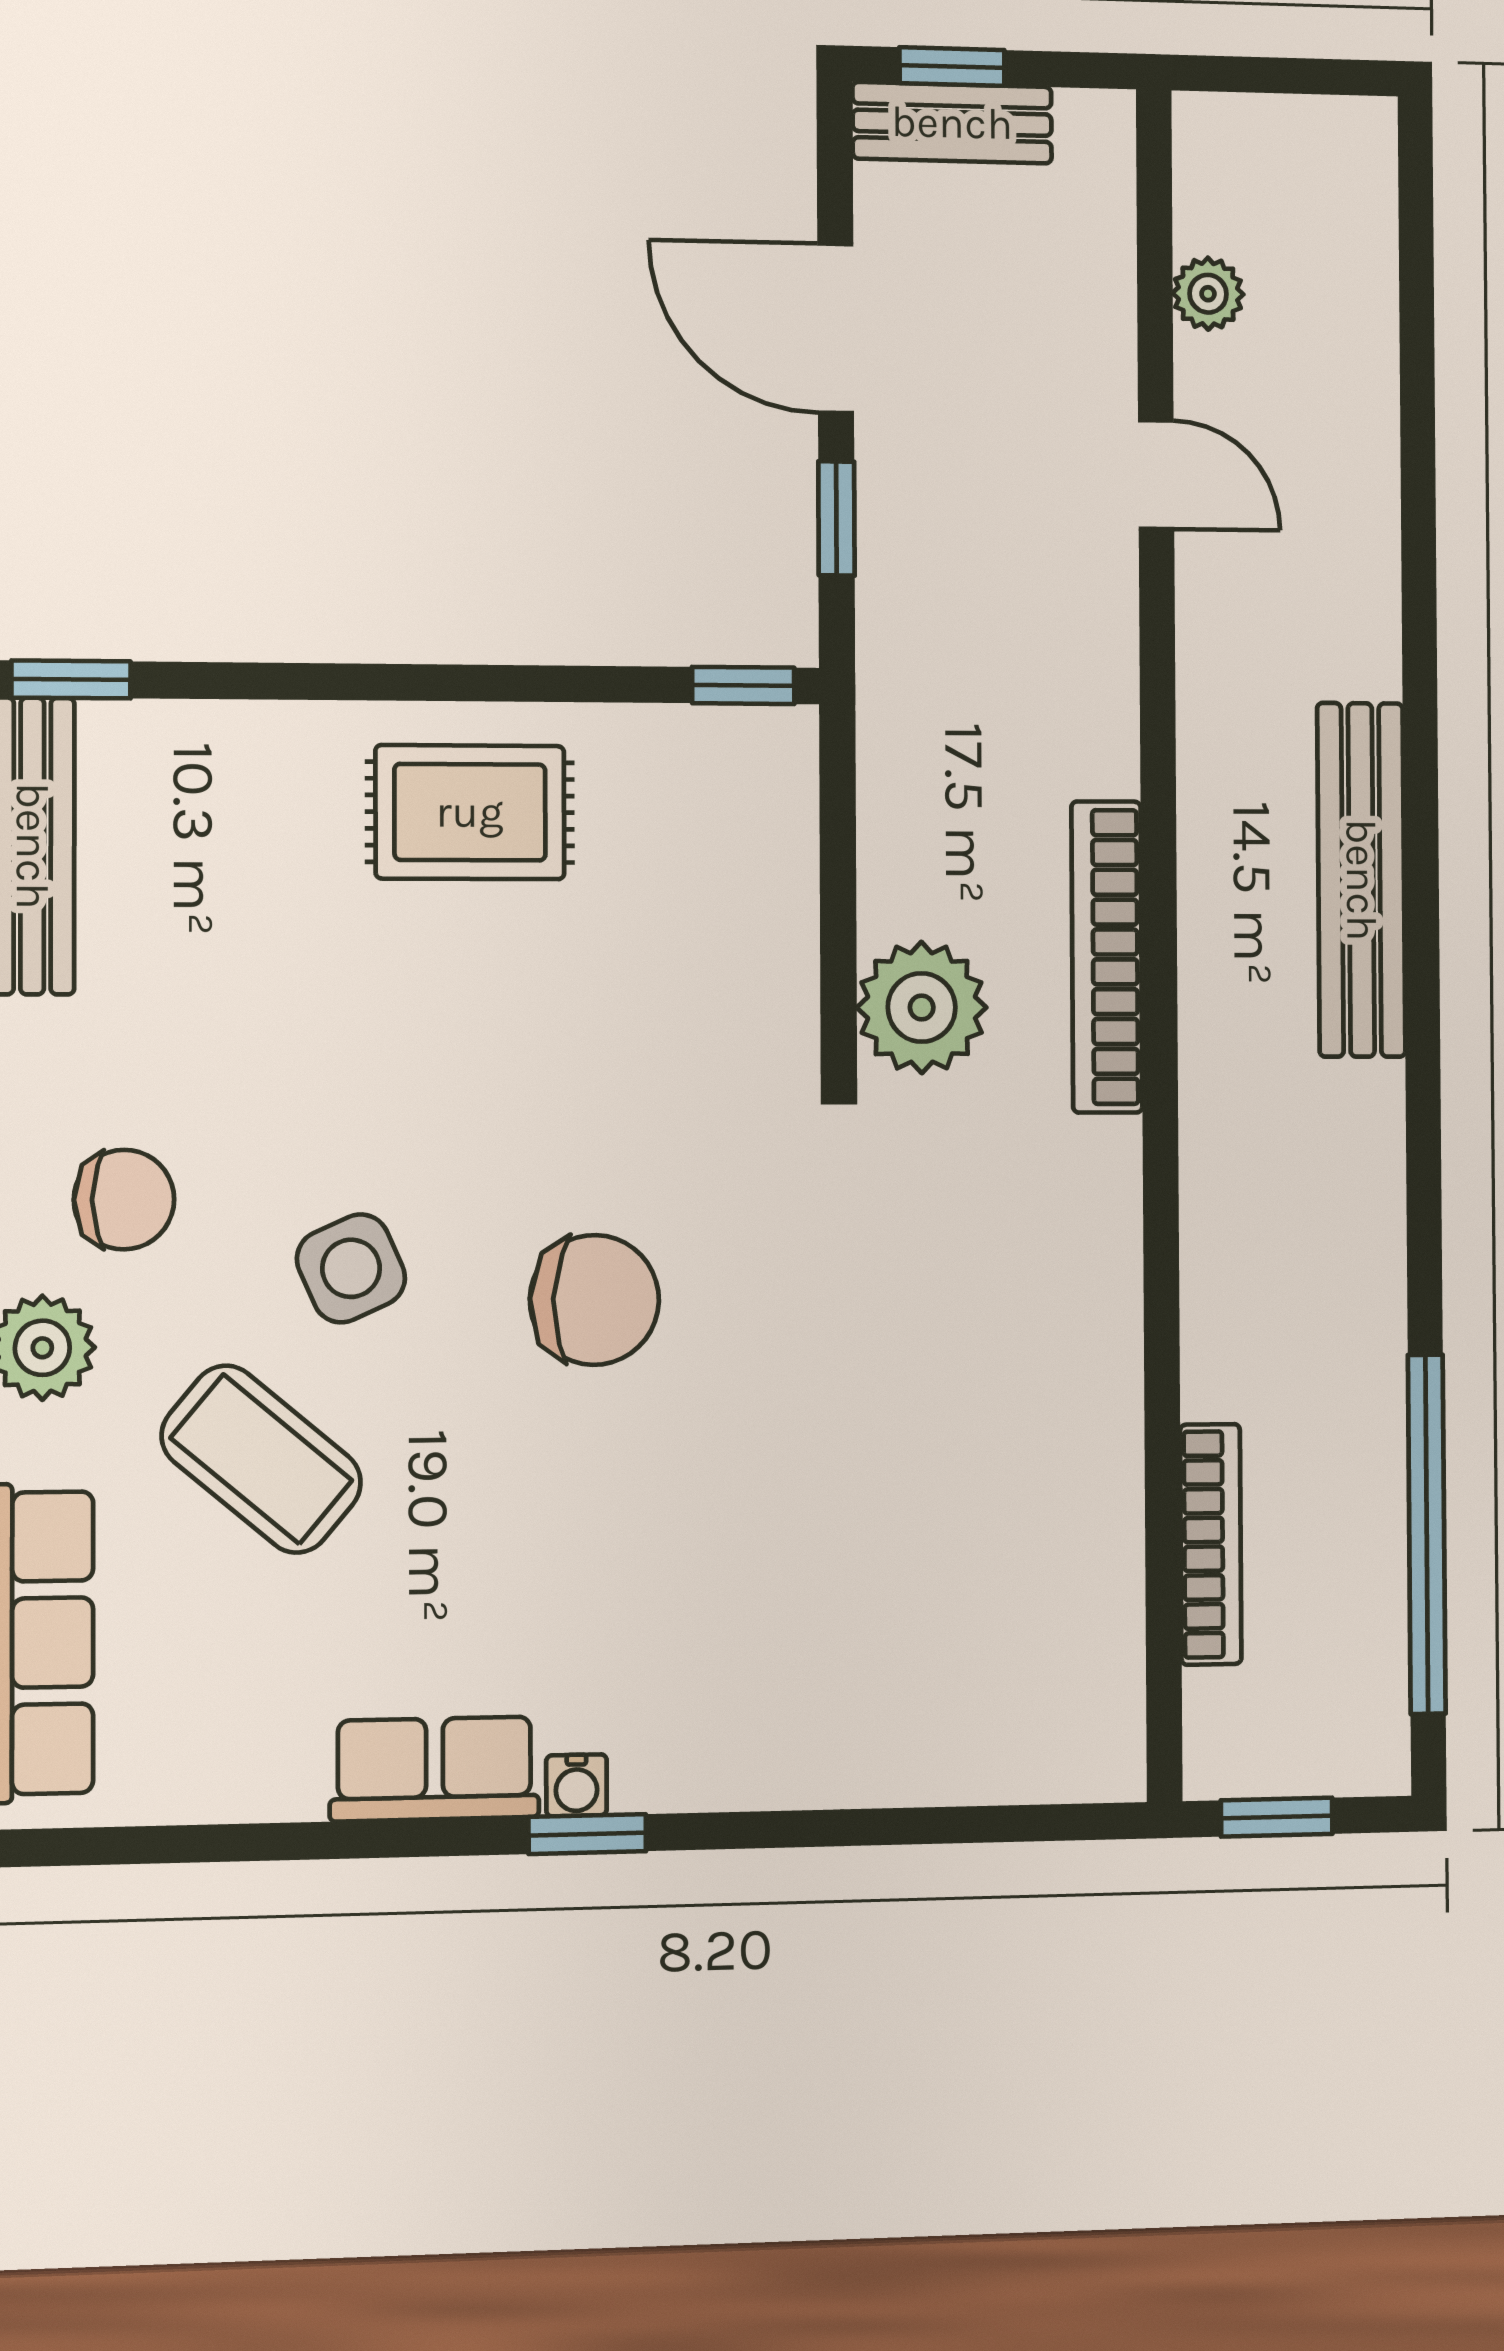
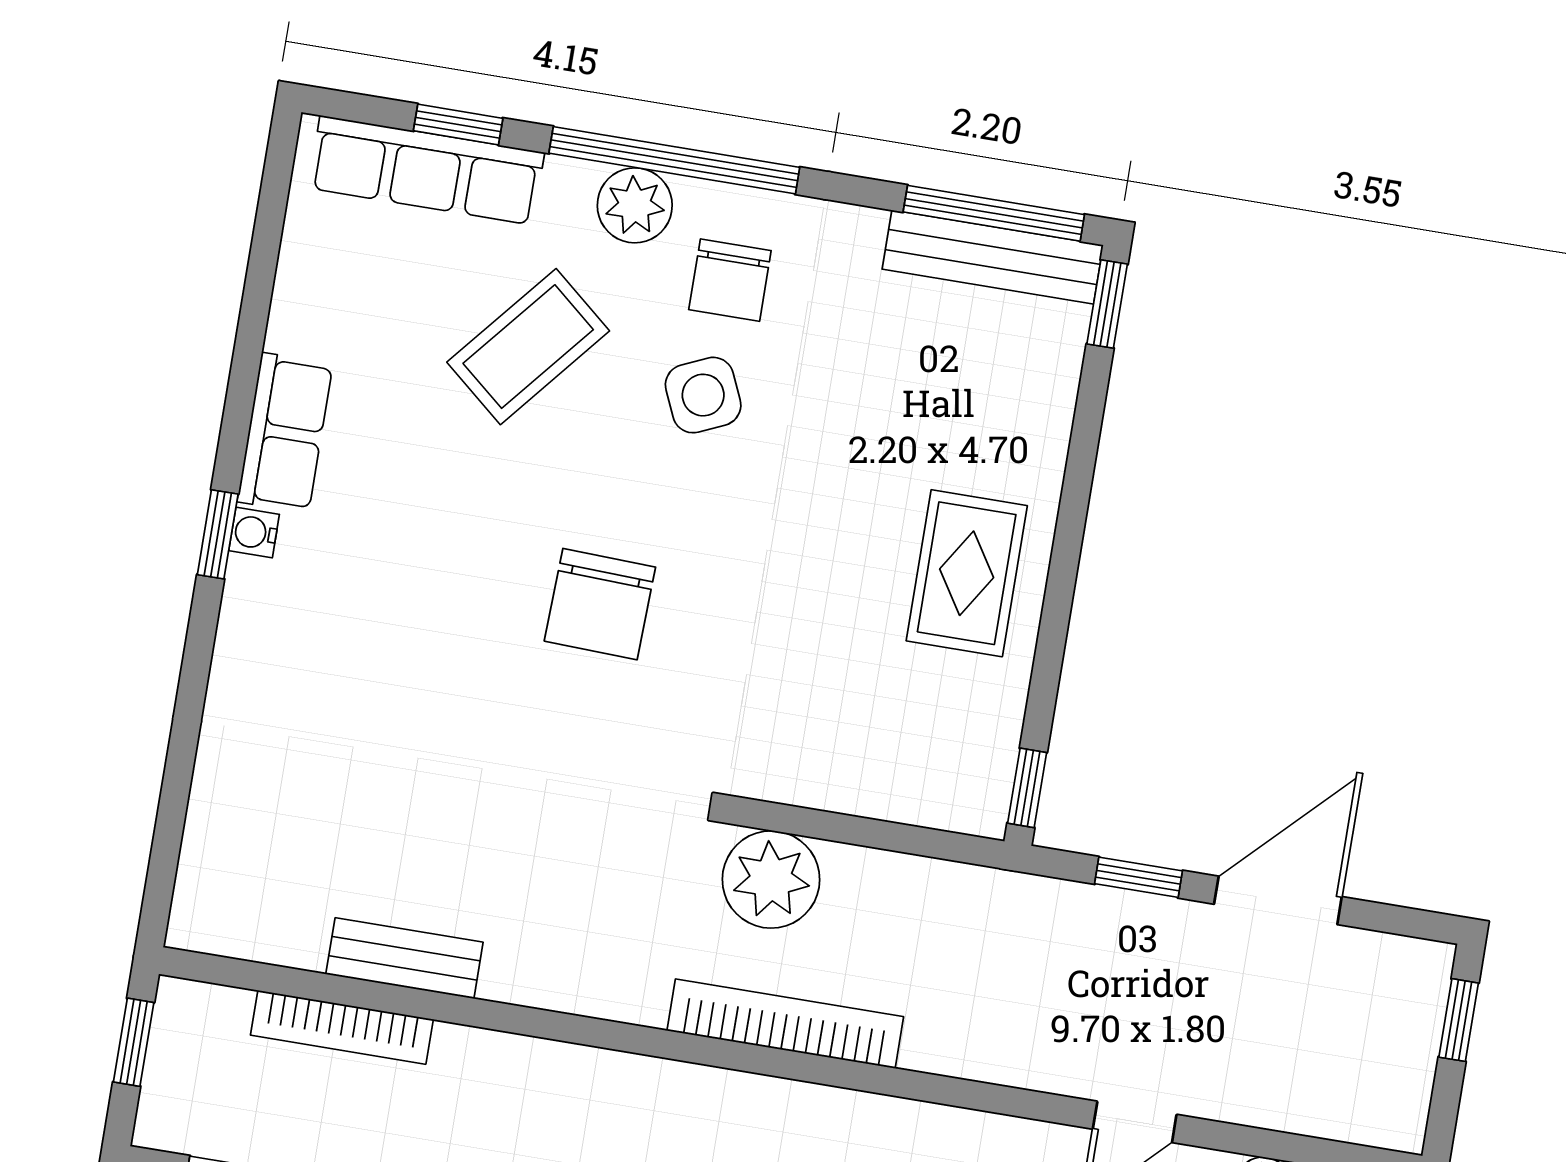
bench: (952, 123) -> (404, 958), moved, turned 90
side table: (351, 1268) -> (703, 395), moved

